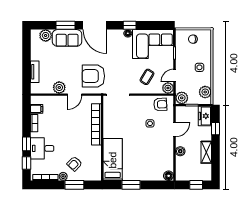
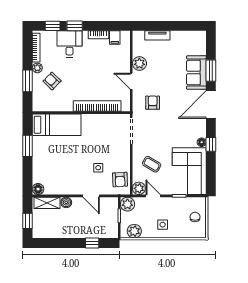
plant: (46, 35) -> (199, 48), removed
armchair: (93, 76) -> (153, 103), width x0.53, depth x0.53
freezer: (205, 116) -> (107, 231), removed
shelving: (206, 152) -> (47, 203), moved

